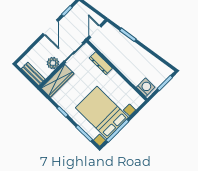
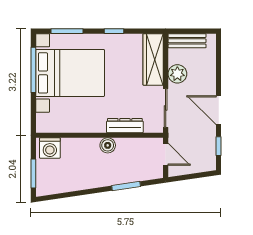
boiler: (118, 62) -> (108, 145), added

